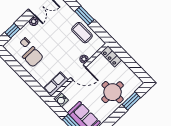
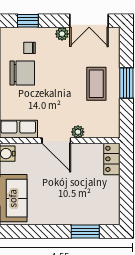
coffee table: (82, 33) -> (96, 84), moved
chair: (33, 57) -> (22, 73), turned -90
round table: (113, 92) -> (74, 201), removed

